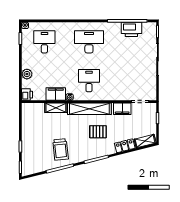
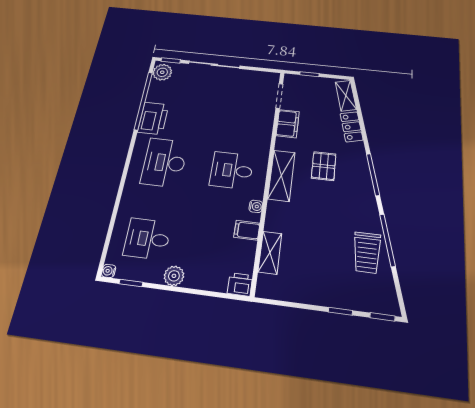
plant: (148, 28) -> (162, 72), added
printer: (131, 29) -> (153, 118), moved
plant: (27, 74) -> (174, 276), moved
filing cabinet: (56, 94) -> (247, 230), width x0.50
shelving: (56, 108) -> (270, 253), moved
shelving: (89, 109) -> (281, 175), width x0.68
trolley: (61, 149) -> (367, 253), moved, turned 96

